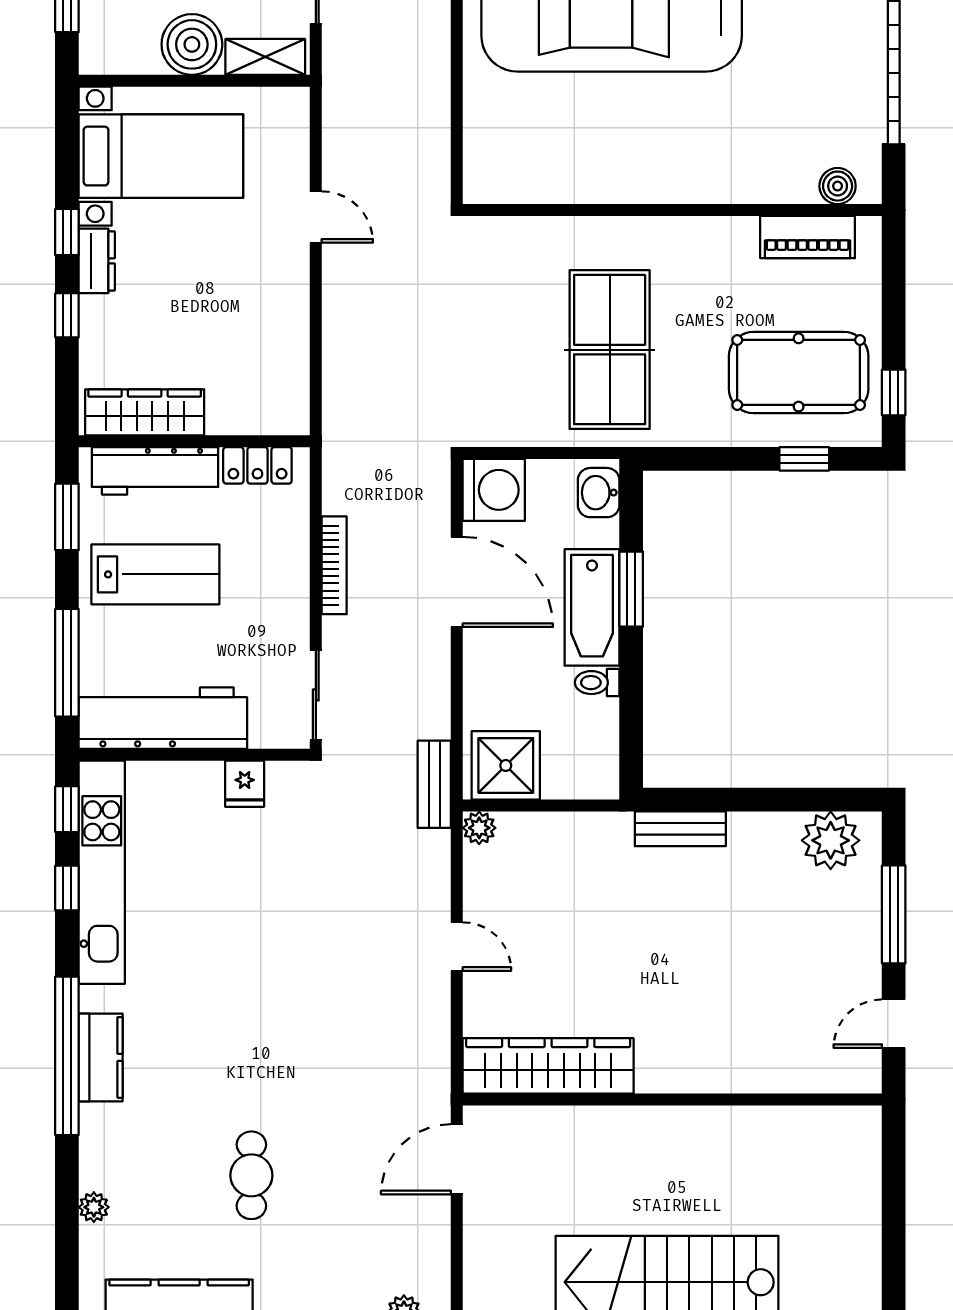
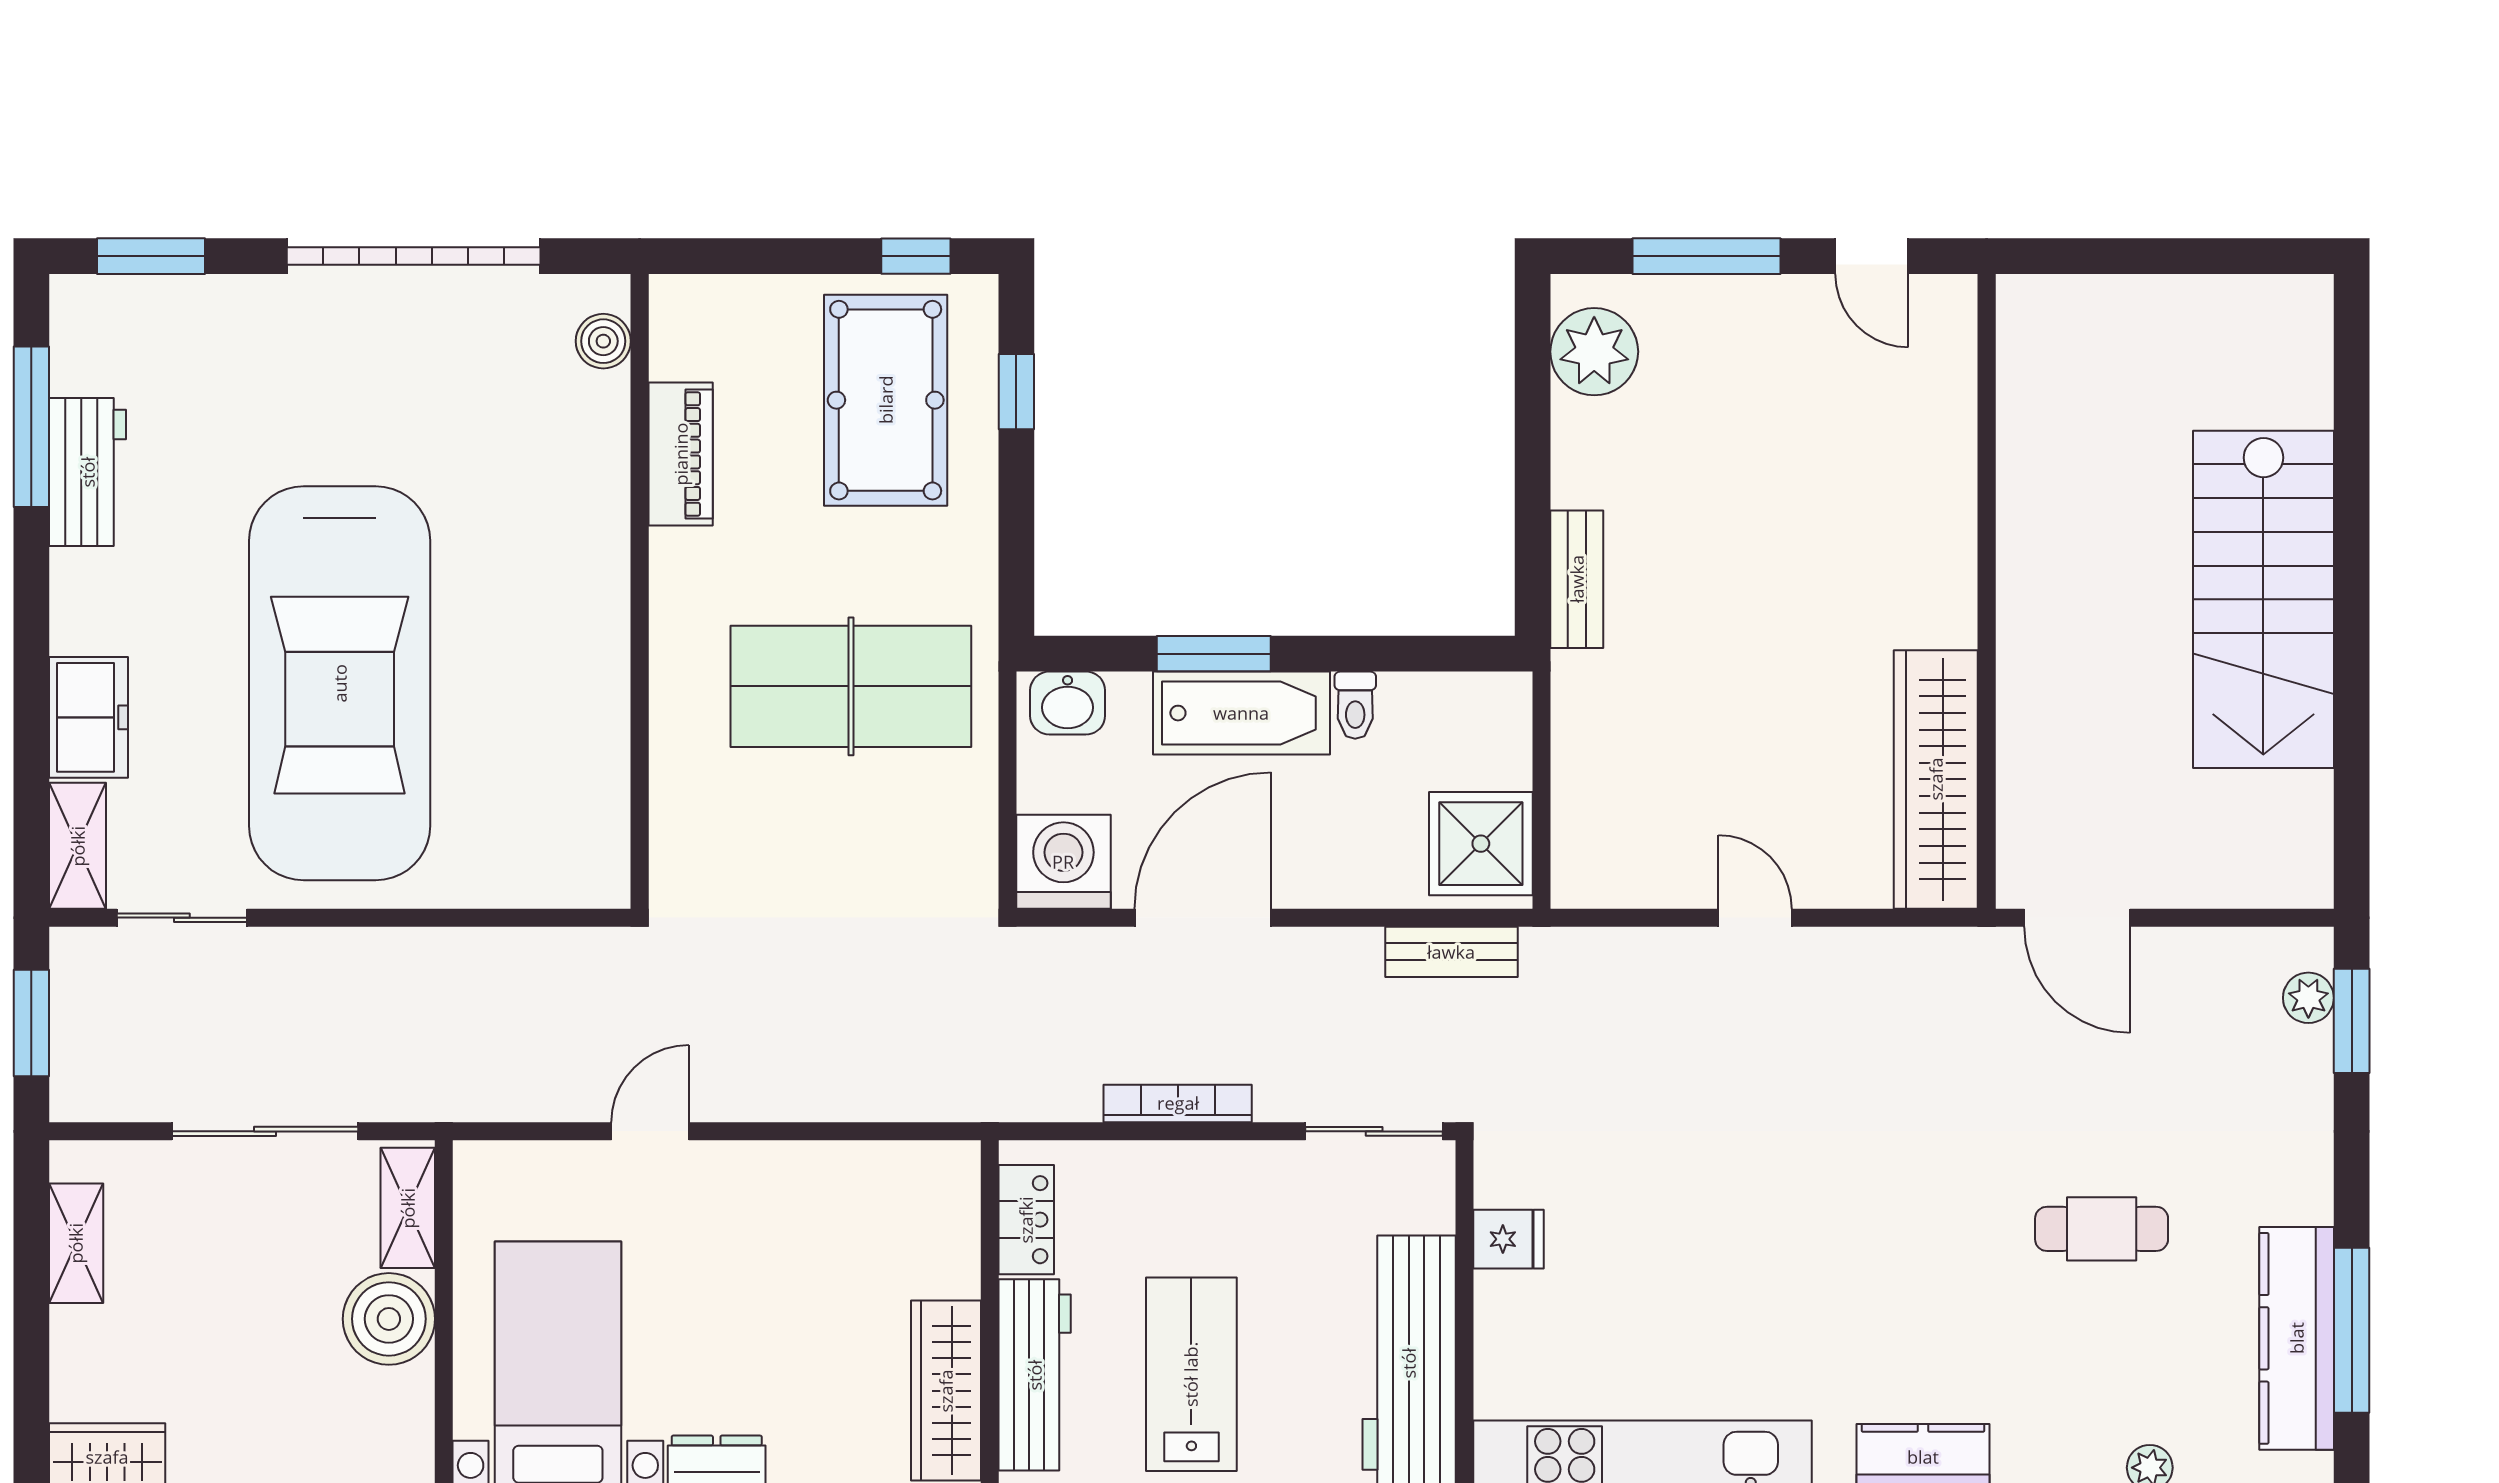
piano: (808, 237) -> (681, 454), moved
bench: (434, 784) -> (1451, 952), moved
plant: (479, 828) -> (1575, 884), removed
door: (457, 947) -> (1755, 918), hinge flipped

